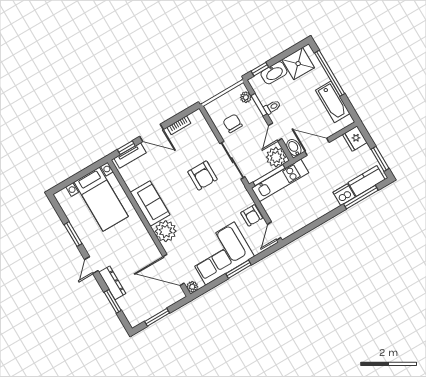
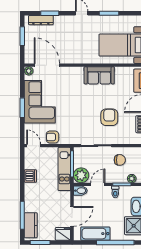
door: (275, 132) -> (98, 184), hinge flipped
door: (317, 147) -> (72, 216), moved
armchair: (202, 176) -> (109, 117), moved, turned 90
dishwasher: (344, 195) -> (30, 176), moved
plant: (166, 231) -> (75, 75), removed
door: (174, 270) -> (47, 65), hinge flipped
dresser: (112, 283) -> (41, 20), moved

